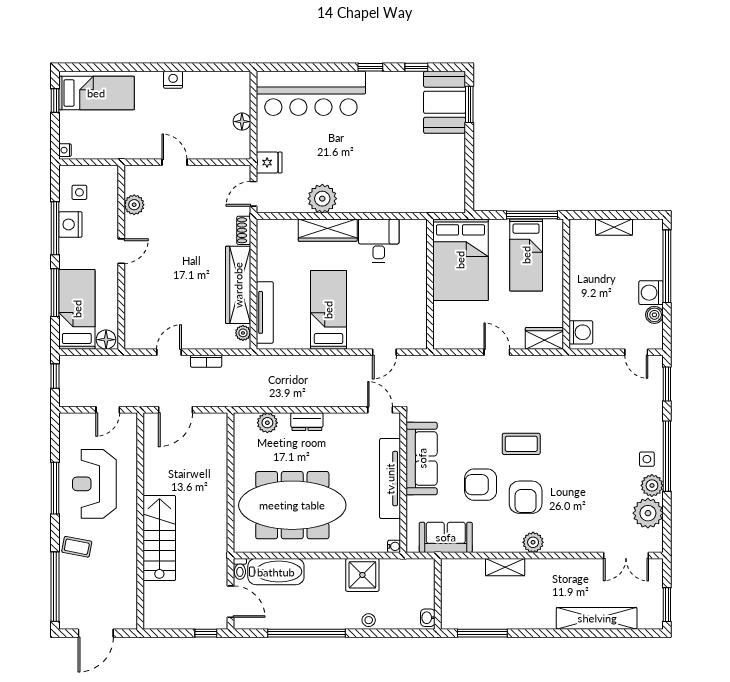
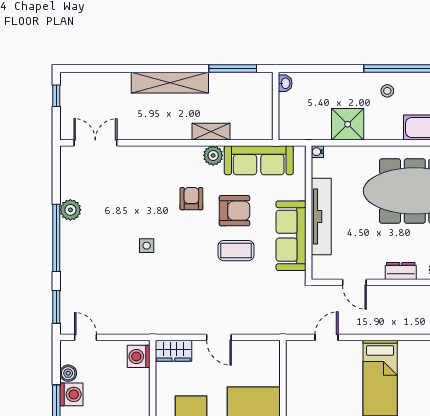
door: (380, 410) -> (354, 282), moved
coffee table: (521, 444) -> (236, 251), moved
side table: (647, 459) -> (147, 246), moved
armchair: (526, 497) -> (191, 199), width x0.72, depth x0.72
plant: (648, 513) -> (74, 183), removed
sofa: (446, 537) -> (259, 160), width x1.36
plant: (533, 542) -> (213, 155), moved
window: (667, 605) -> (56, 96), width x0.67
shelving: (597, 618) -> (170, 83), moved
stool: (369, 620) -> (387, 91), moved

